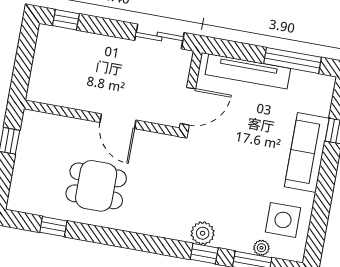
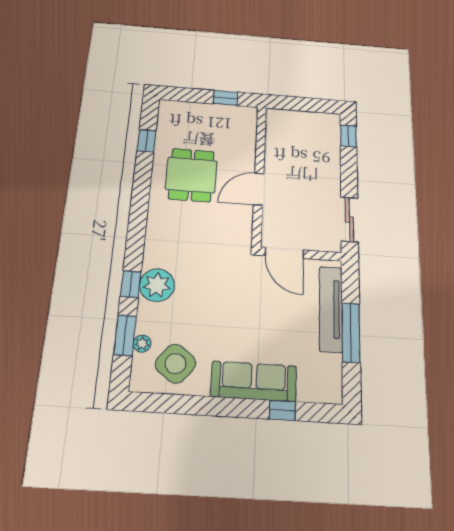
window: (292, 60) -> (351, 333), moved
side table: (283, 220) -> (175, 364), turned 38
plant: (203, 233) -> (157, 285), width x1.36, depth x1.36

